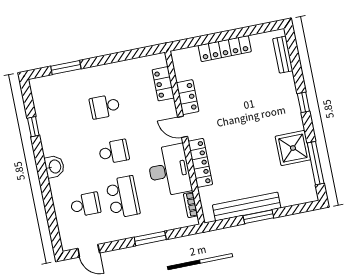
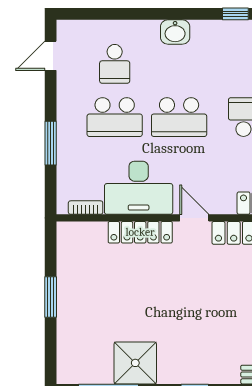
door: (183, 127) -> (194, 218), hinge flipped
school desk: (114, 152) -> (179, 117), width x1.85
bench: (247, 207) -> (68, 284), removed

